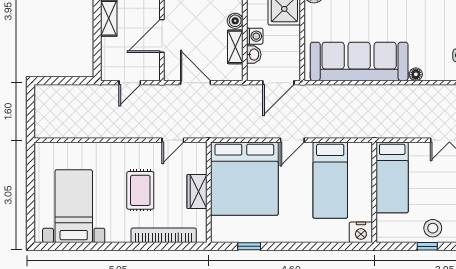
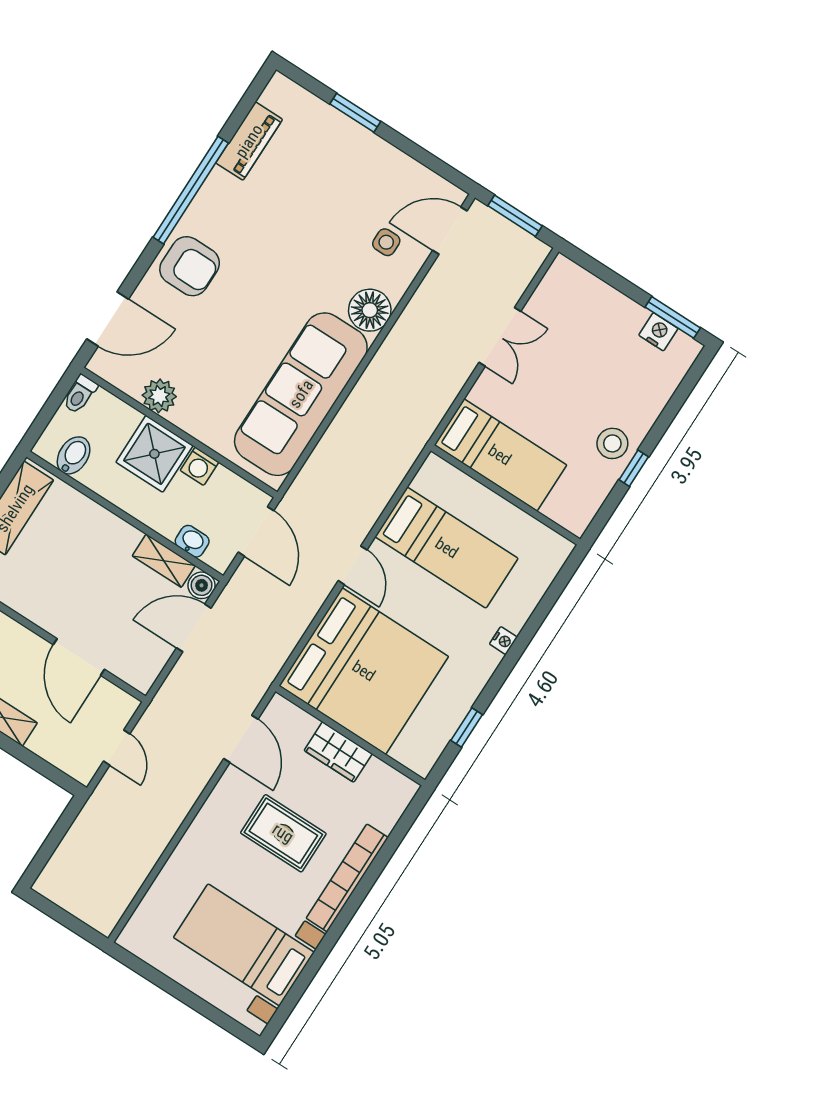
boiler: (235, 21) -> (202, 585), moved
washing machine: (255, 36) -> (199, 466), moved, turned 180
floor lamp: (416, 74) -> (370, 310), width x1.89, depth x1.89
door: (195, 83) -> (194, 628), moved
door: (173, 140) -> (241, 739), width x1.38
nightstand: (361, 232) -> (503, 641), moved, width x0.53, depth x0.56
bookcase: (164, 235) -> (347, 878), moved

